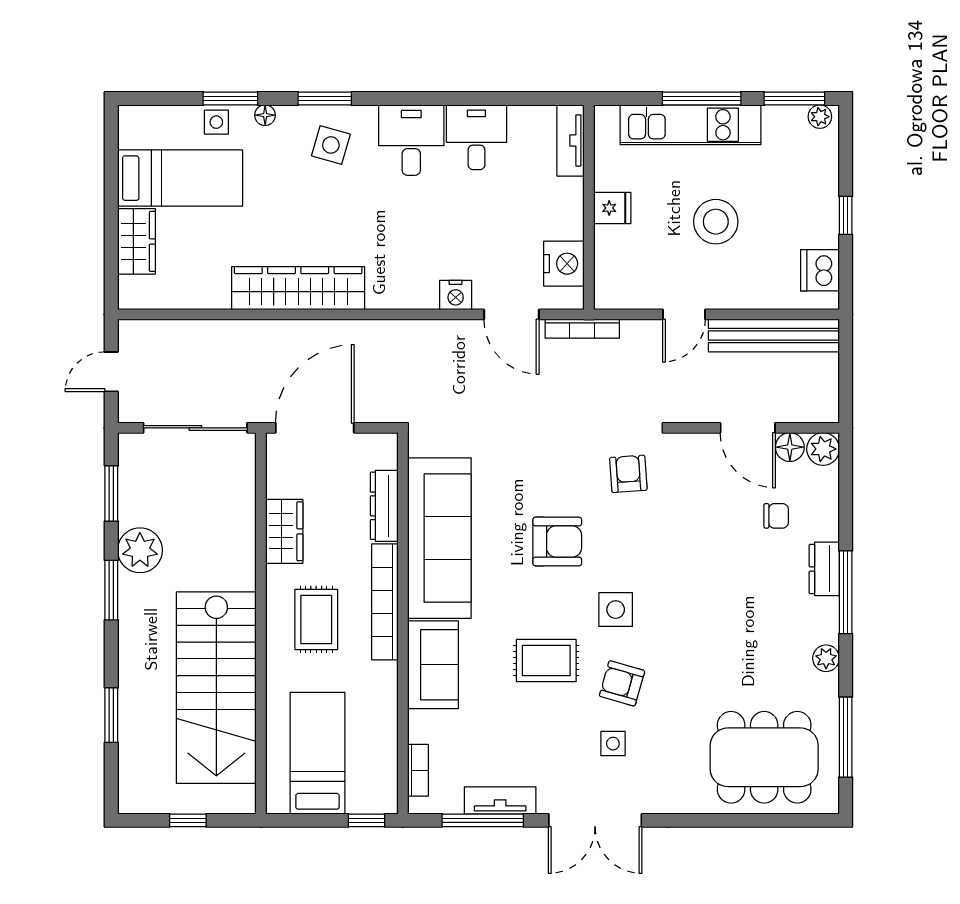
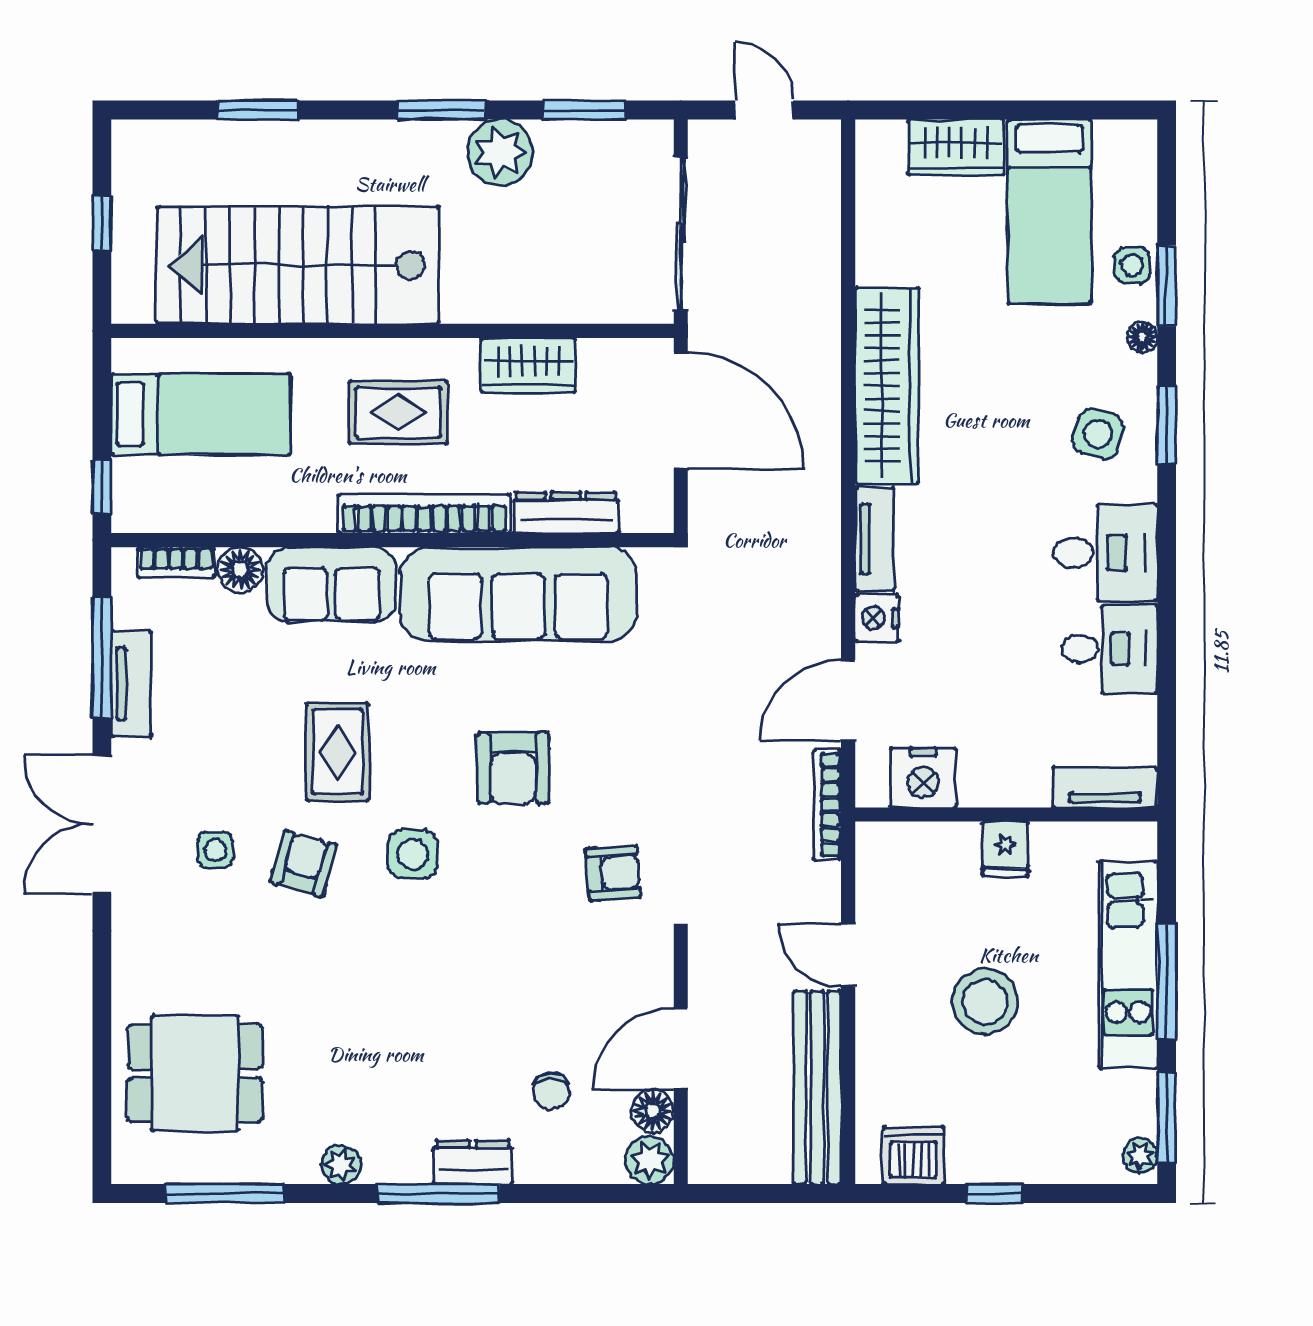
tv unit: (402, 296) -> (875, 539), added
floor lamp: (423, 726) -> (240, 570), added
dining table: (764, 757) -> (195, 1073), width x0.73

